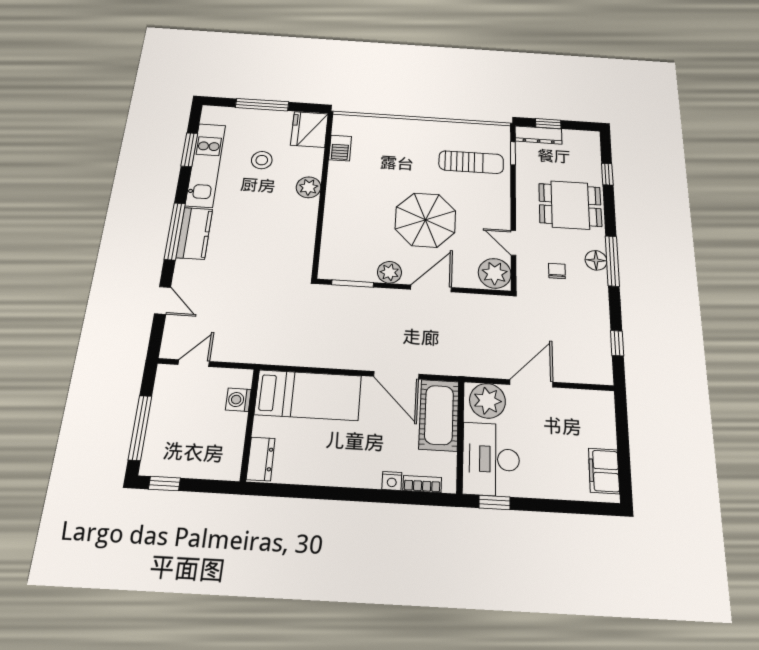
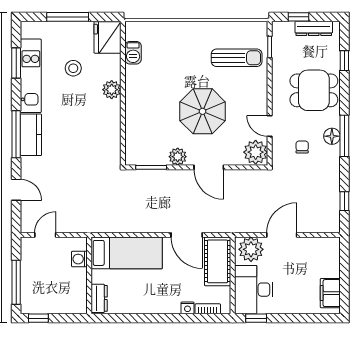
dresser: (538, 135) -> (314, 28), moved
door: (431, 288) -> (209, 167), swing flipped

